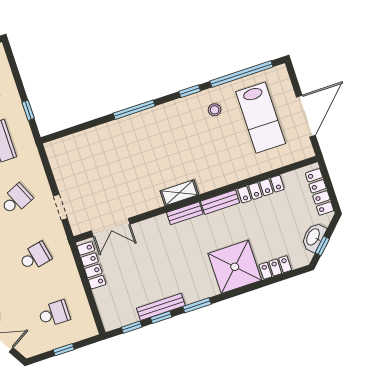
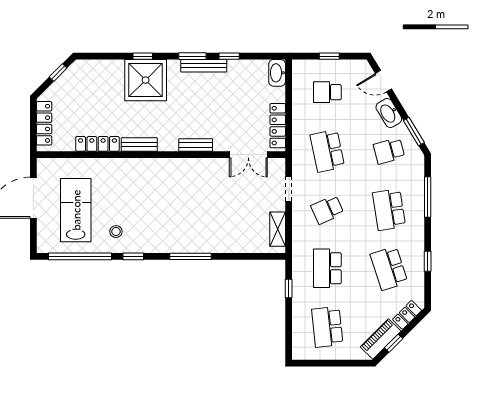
shelving: (179, 193) -> (278, 229), moved, turned 90
bench: (185, 213) -> (196, 145), moved
double door: (111, 228) -> (248, 155), swing flipped
washbasin: (313, 237) -> (277, 73), moved, turned 135
school desk: (35, 257) -> (327, 151), width x1.85
locker: (275, 267) -> (108, 67), removed
bench: (161, 307) -> (204, 66), moved
window: (132, 327) -> (143, 56), moved

